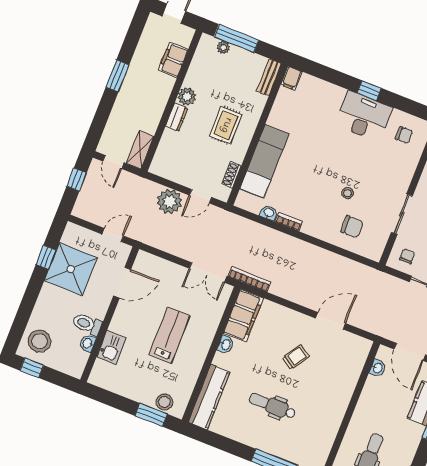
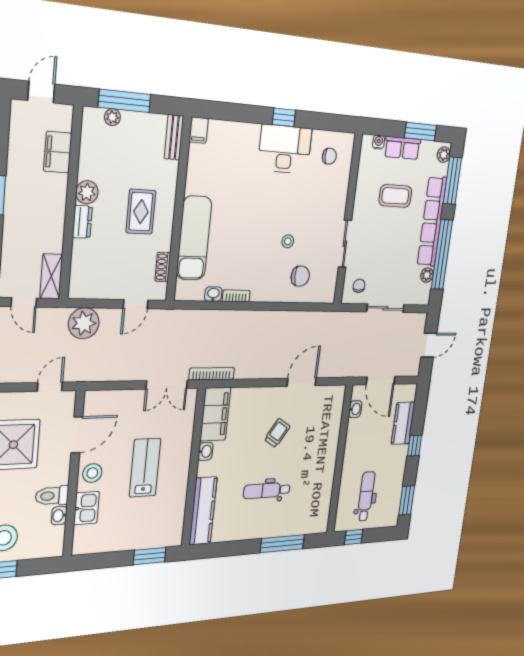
plant: (170, 201) -> (84, 323), moved
stool: (164, 402) -> (92, 473), moved

